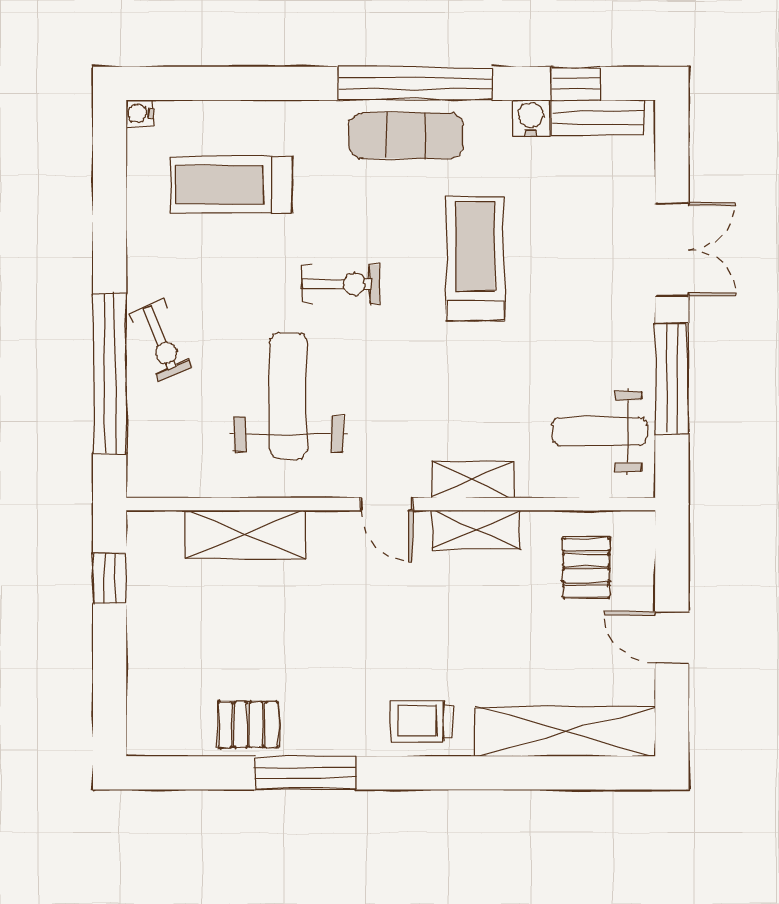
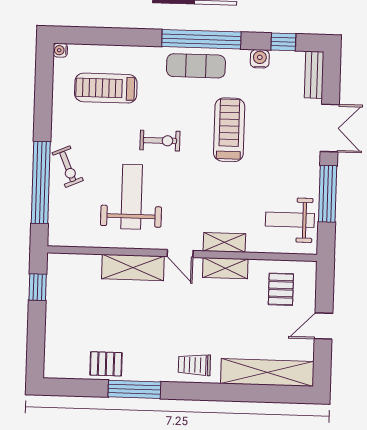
bench: (598, 117) -> (314, 75), moved, turned 90
shelving: (245, 534) -> (133, 268), moved
door: (672, 637) -> (323, 326), hinge flipped

